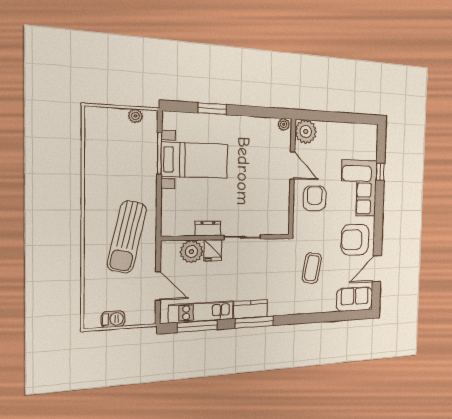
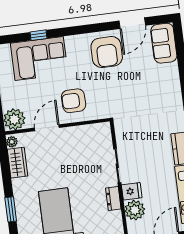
wardrobe: (261, 126) -> (18, 163), added
corner sofa: (359, 188) -> (39, 58), moved
coffee table: (312, 268) -> (138, 93), removed
door: (377, 269) -> (132, 23), hinge flipped

